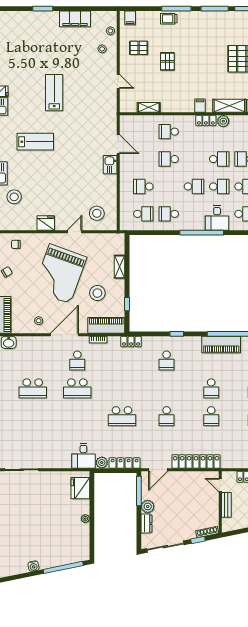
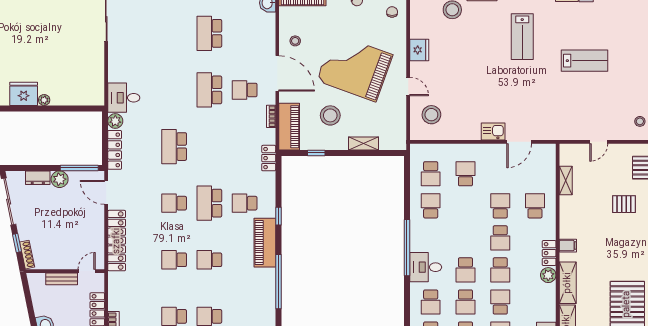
school desk: (194, 186) -> (500, 238), moved
piano: (221, 345) -> (265, 243), moved
school desk: (167, 388) -> (209, 203), added
fridge: (80, 488) -> (24, 94), moved

